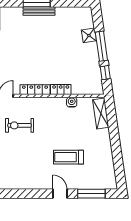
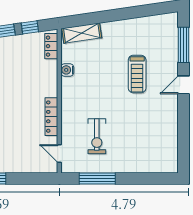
locker: (61, 90) -> (51, 46), moved

